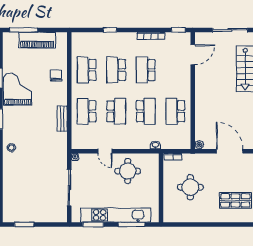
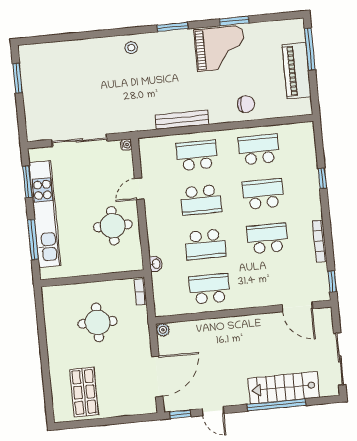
bench: (62, 119) -> (182, 120), width x1.36

